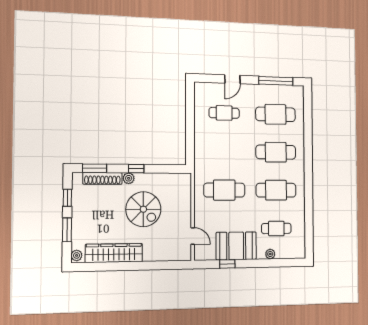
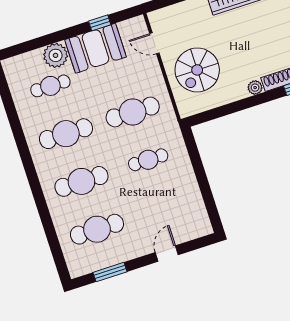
window: (276, 81) -> (110, 272), width x0.69
cafe table: (224, 113) -> (148, 160), moved
window: (136, 169) -> (250, 102), removed
spiral stairs: (143, 209) -> (197, 70), moved, turned -90
plant: (270, 254) -> (56, 55), width x1.88, depth x1.88

